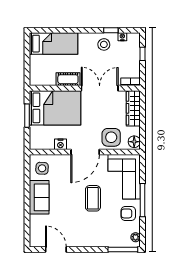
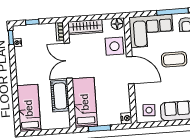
window: (111, 30) -> (11, 38), moved
stool: (104, 44) -> (26, 60), removed
cot: (68, 79) -> (60, 96), width x1.37, depth x1.34
bed: (55, 108) -> (85, 102), width x0.67
nightstand: (60, 144) -> (126, 118), moved

